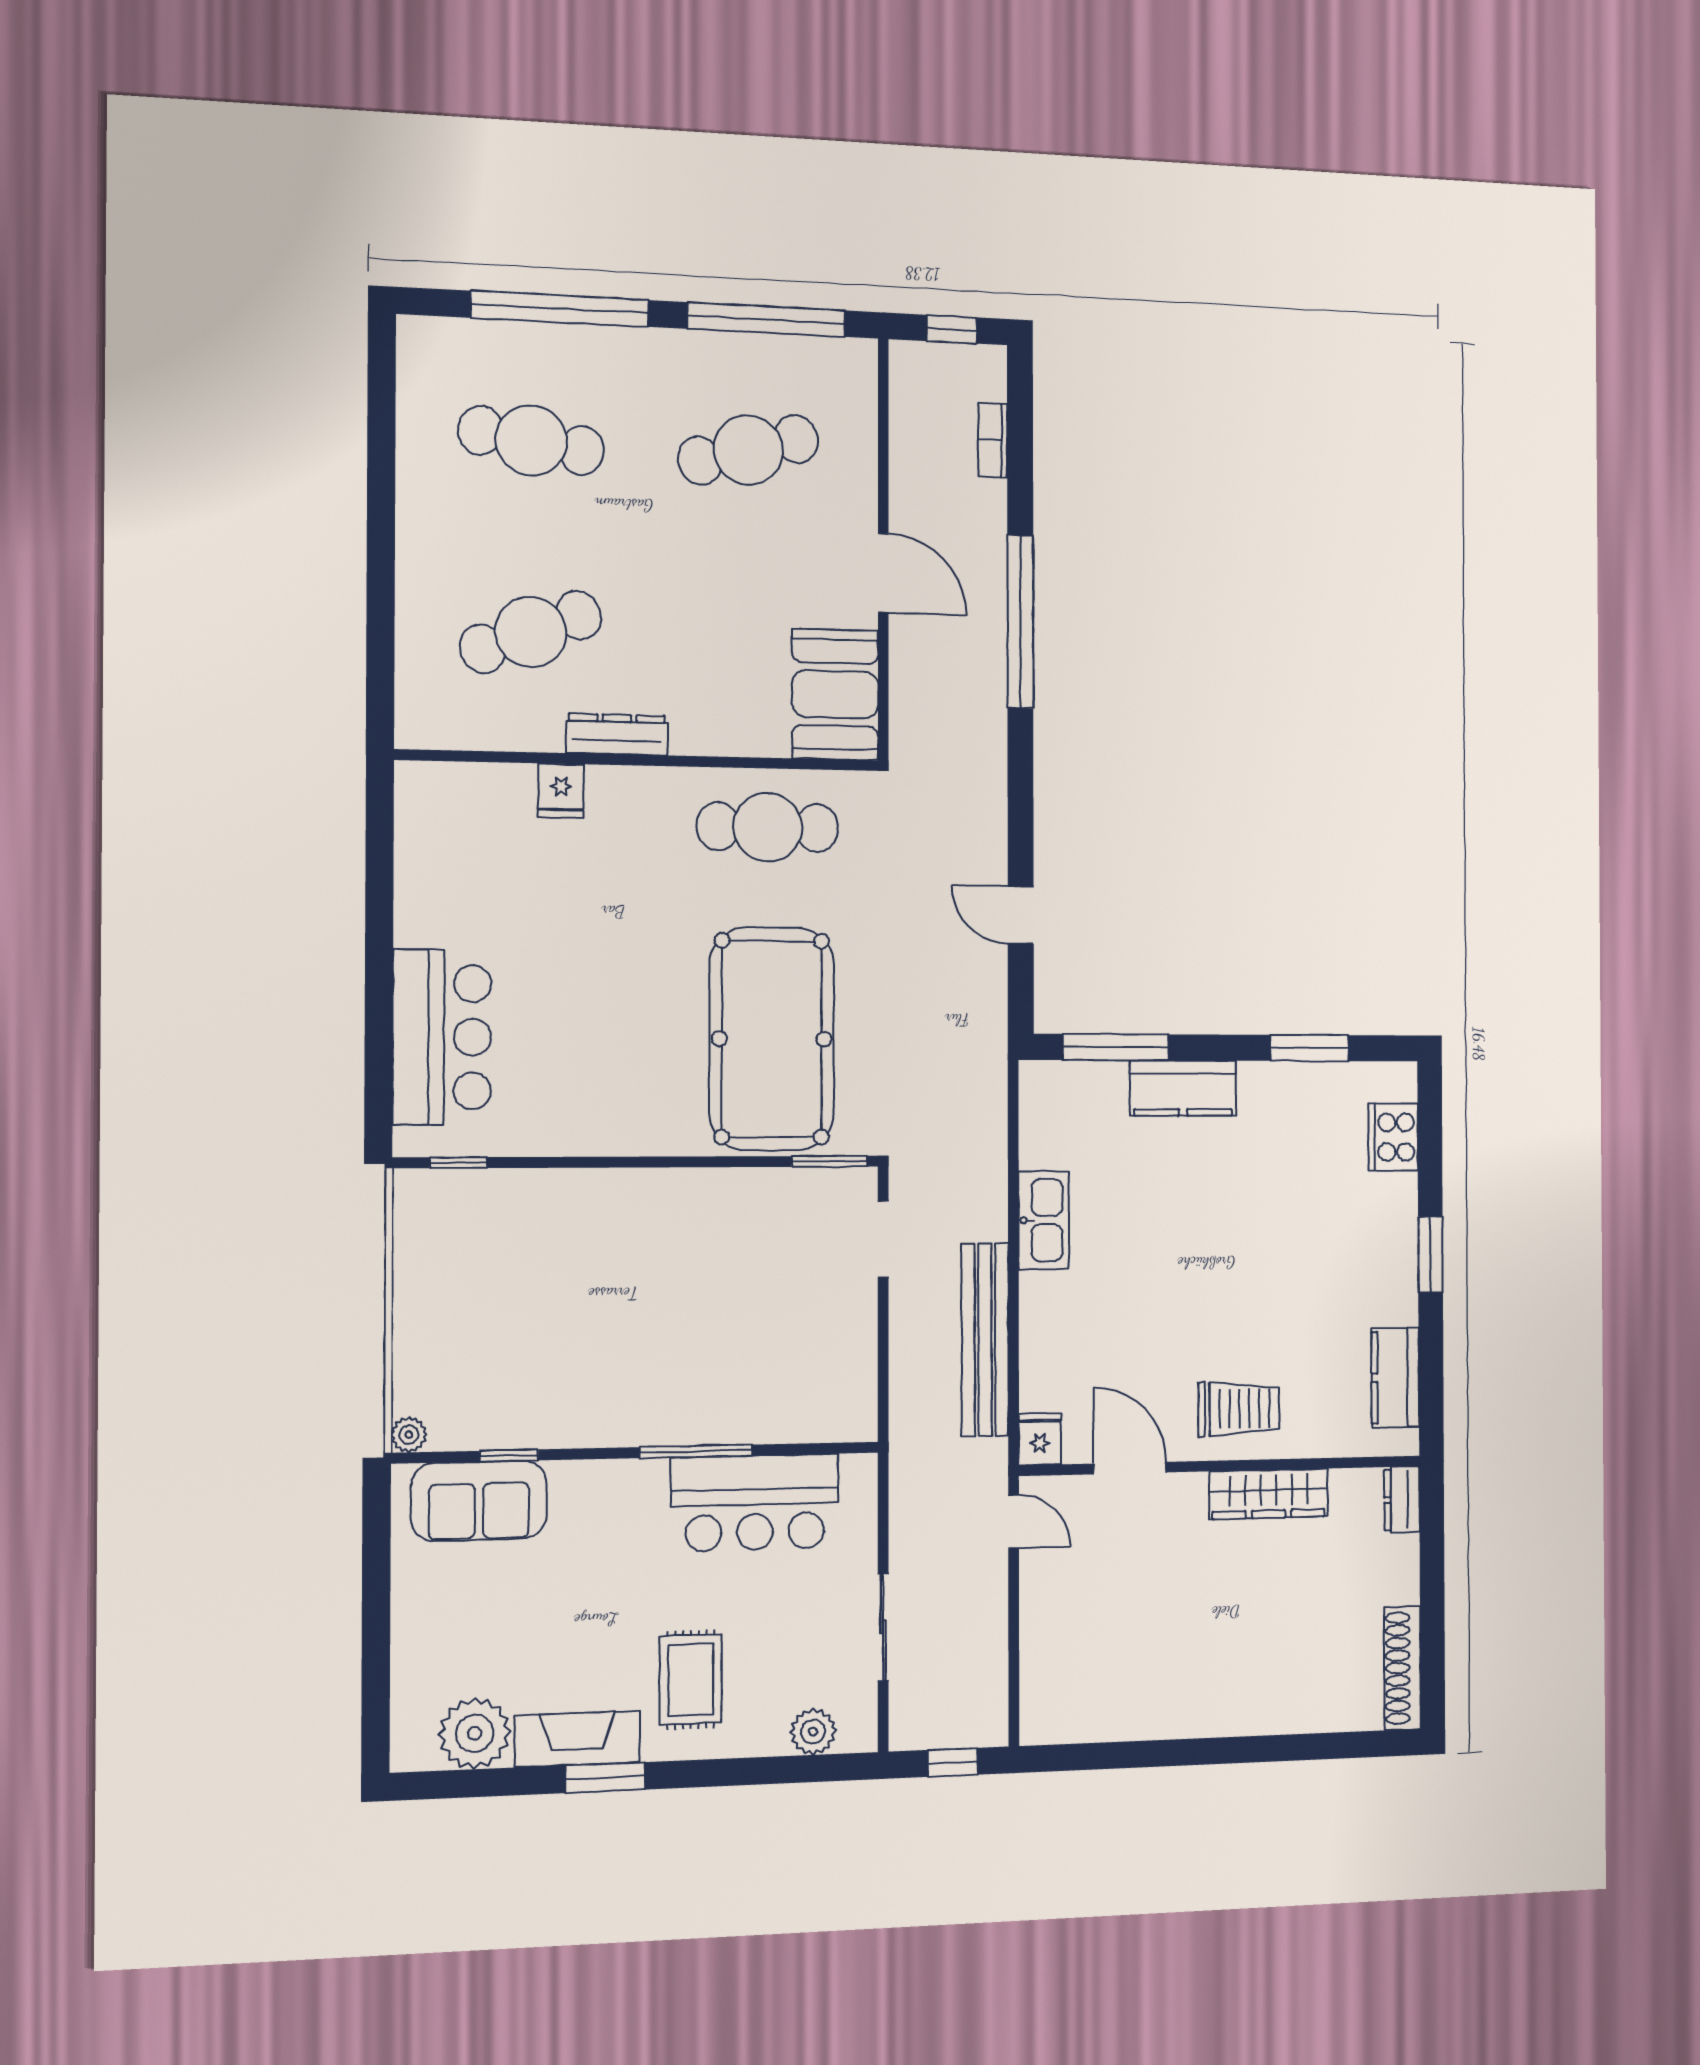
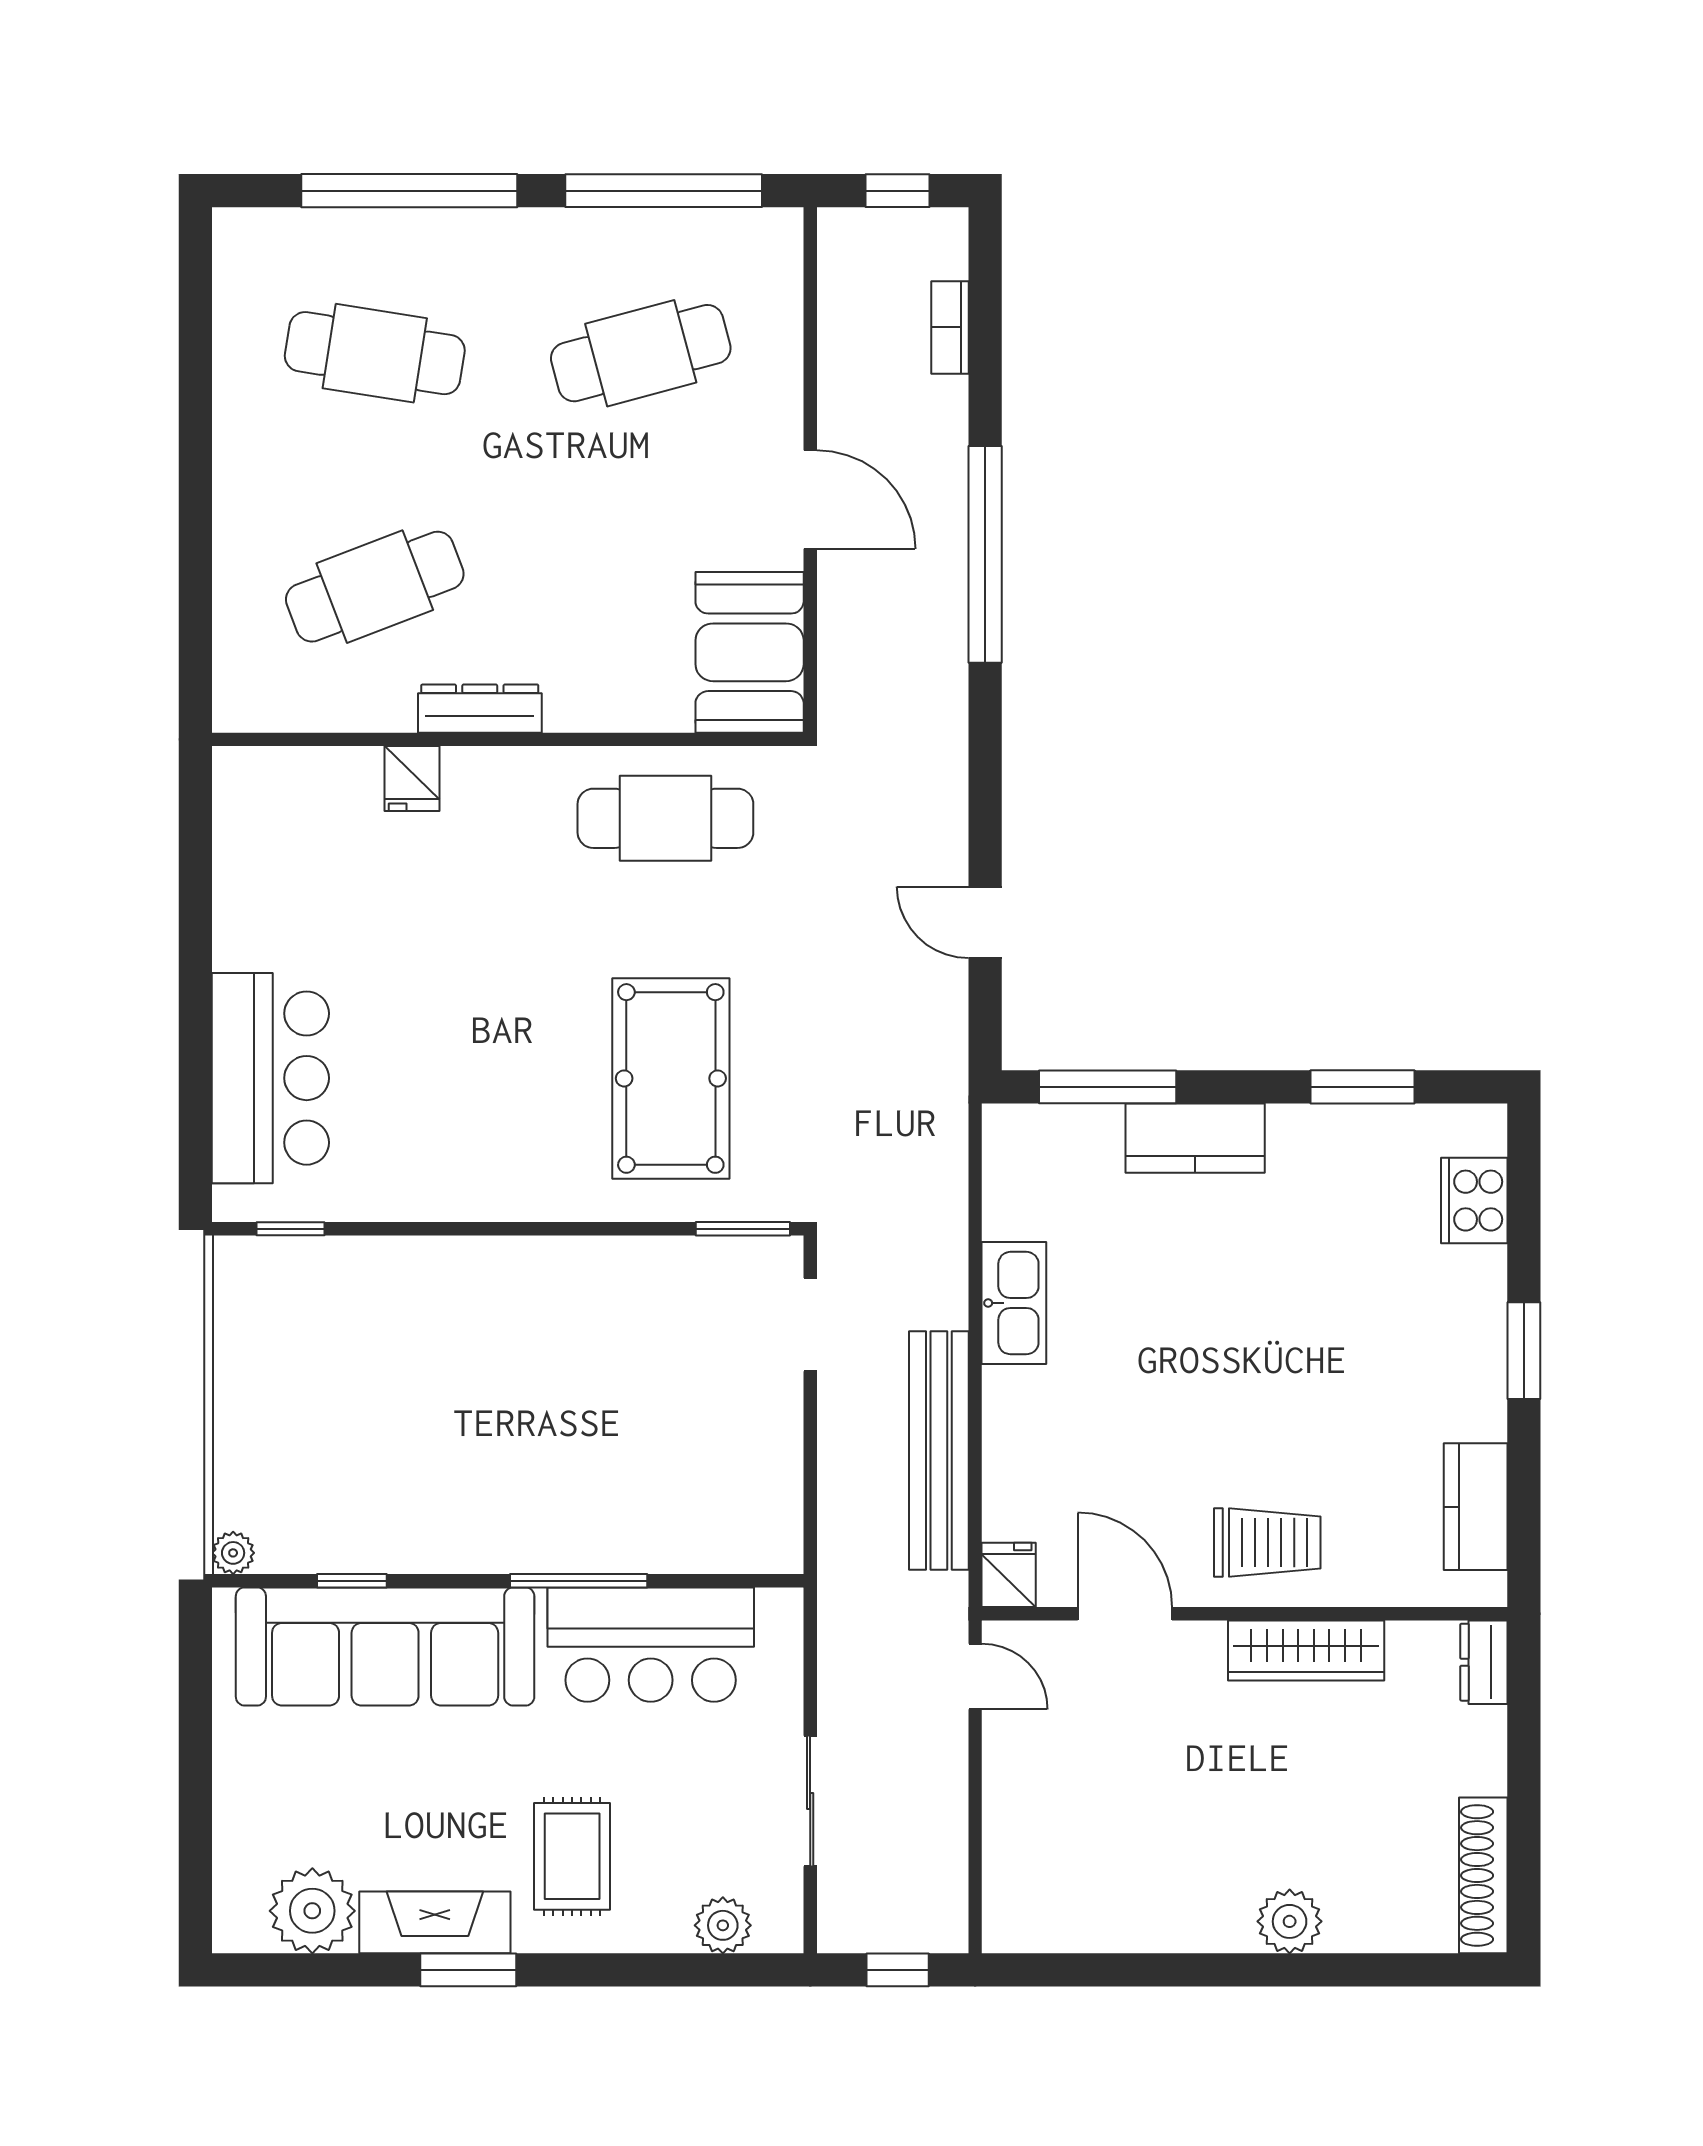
pool table: (772, 1039) -> (671, 1078), width x0.73, depth x0.76
sofa: (479, 1501) -> (385, 1646), width x1.85, depth x1.27
plant: (1257, 1710) -> (1290, 1921), added

